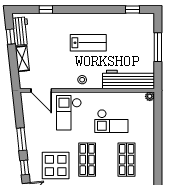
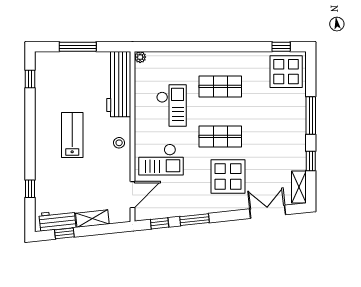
window: (25, 168) -> (160, 223), moved

